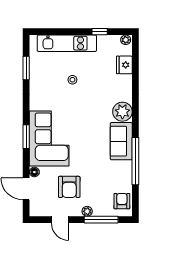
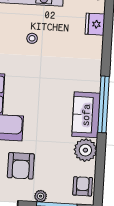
plant: (122, 112) -> (85, 150), moved
window: (135, 161) -> (104, 104), moved

